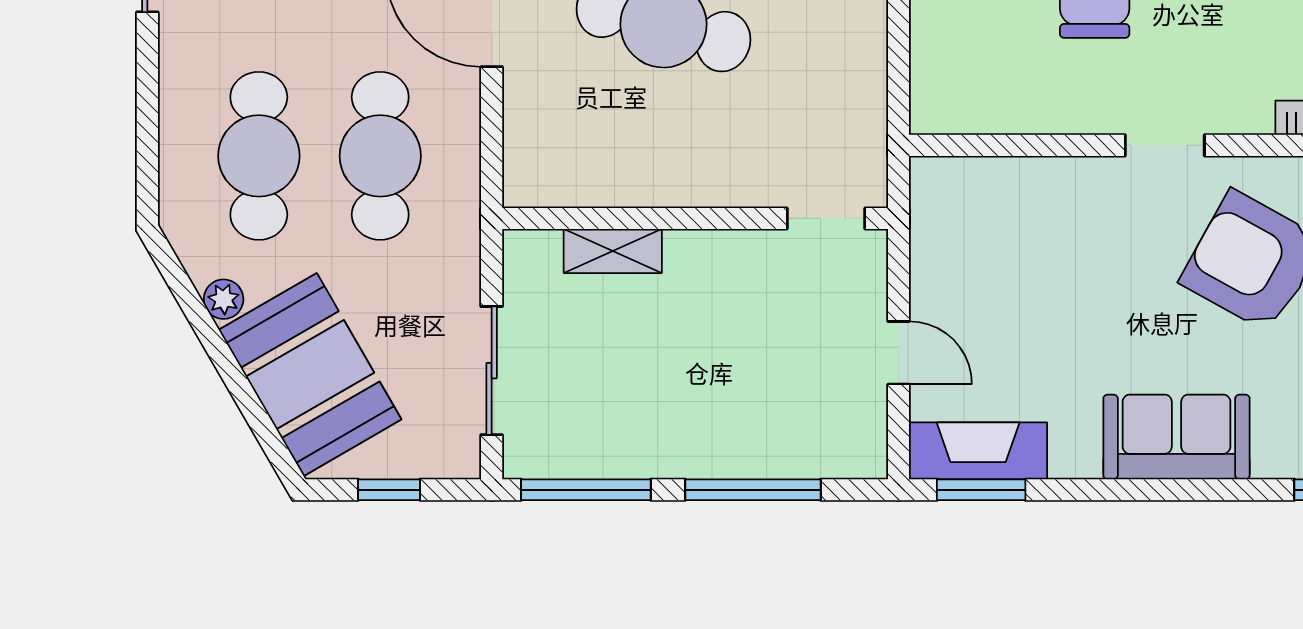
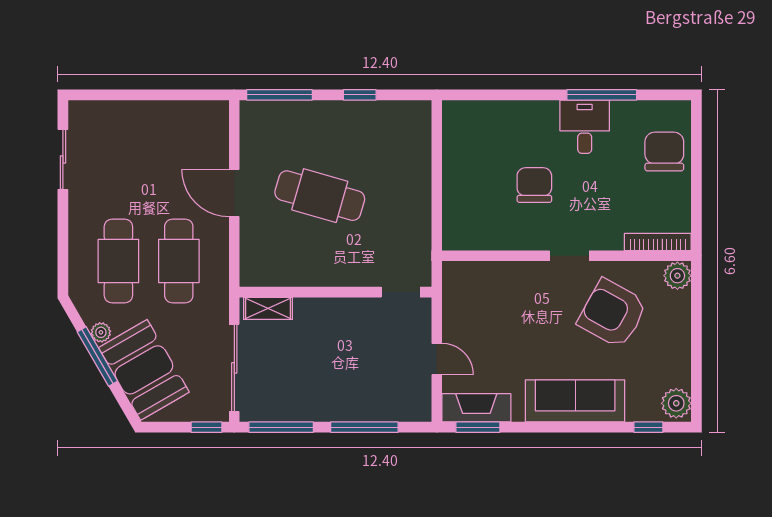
shelving: (613, 251) -> (268, 308), moved
window: (217, 348) -> (97, 356), added
sliding door: (492, 371) -> (234, 368), width x1.37
sofa: (1177, 437) -> (575, 401), width x1.36
window: (389, 490) -> (207, 427), moved

